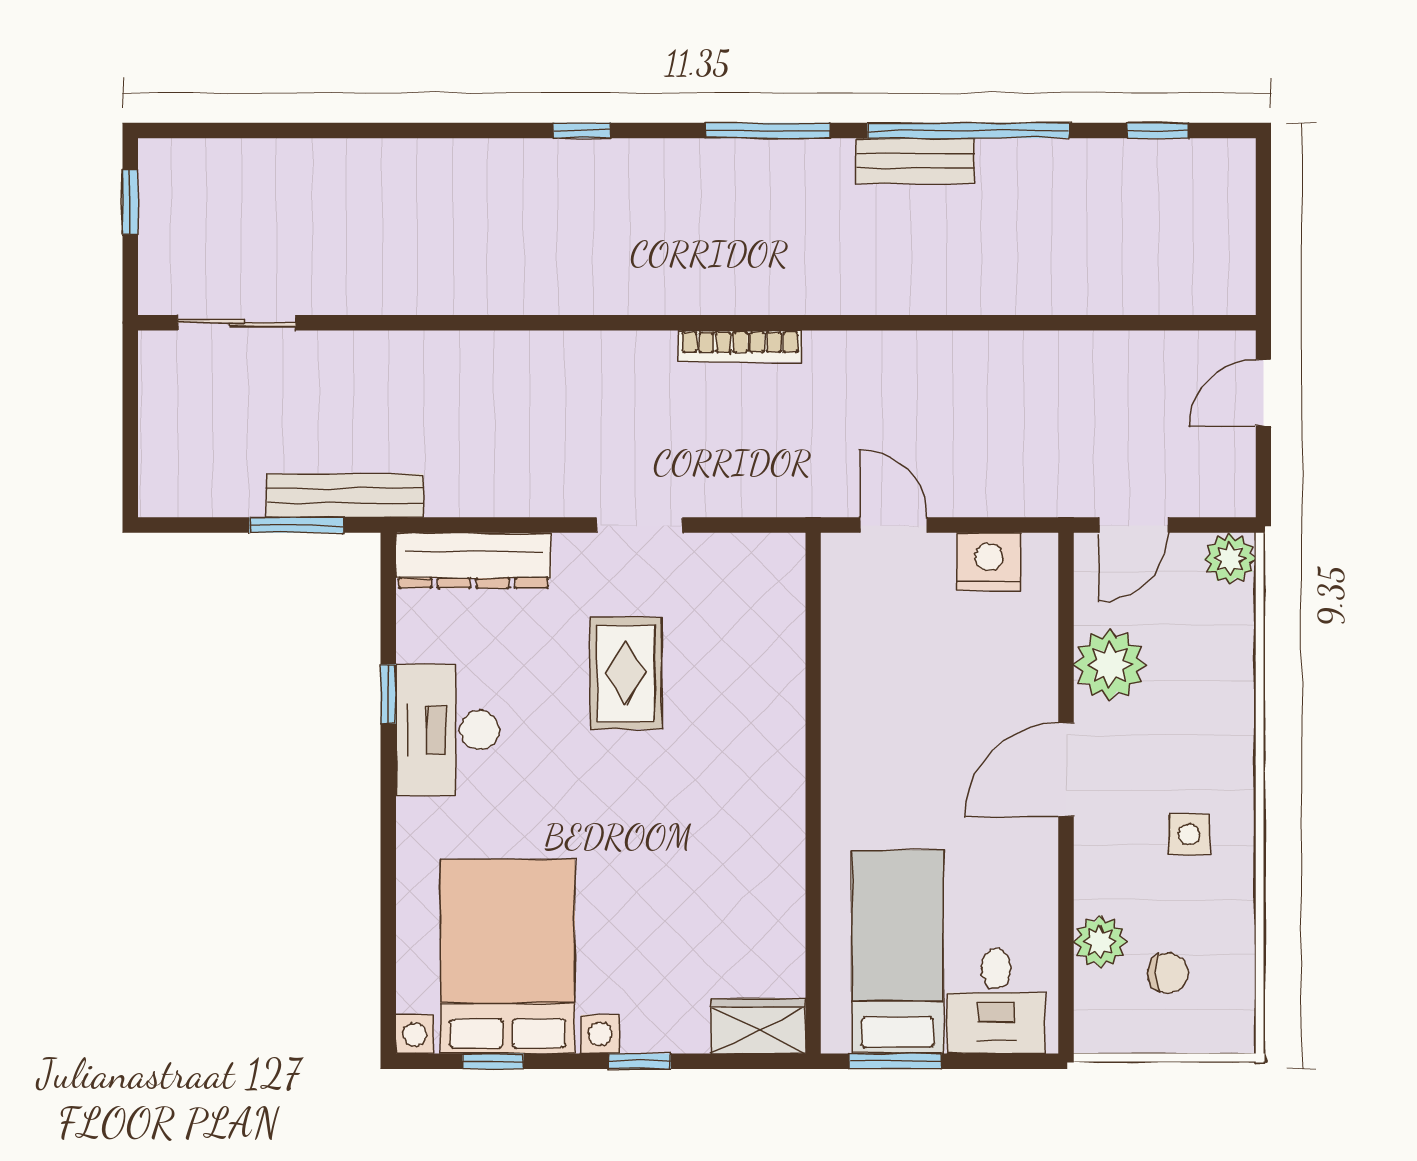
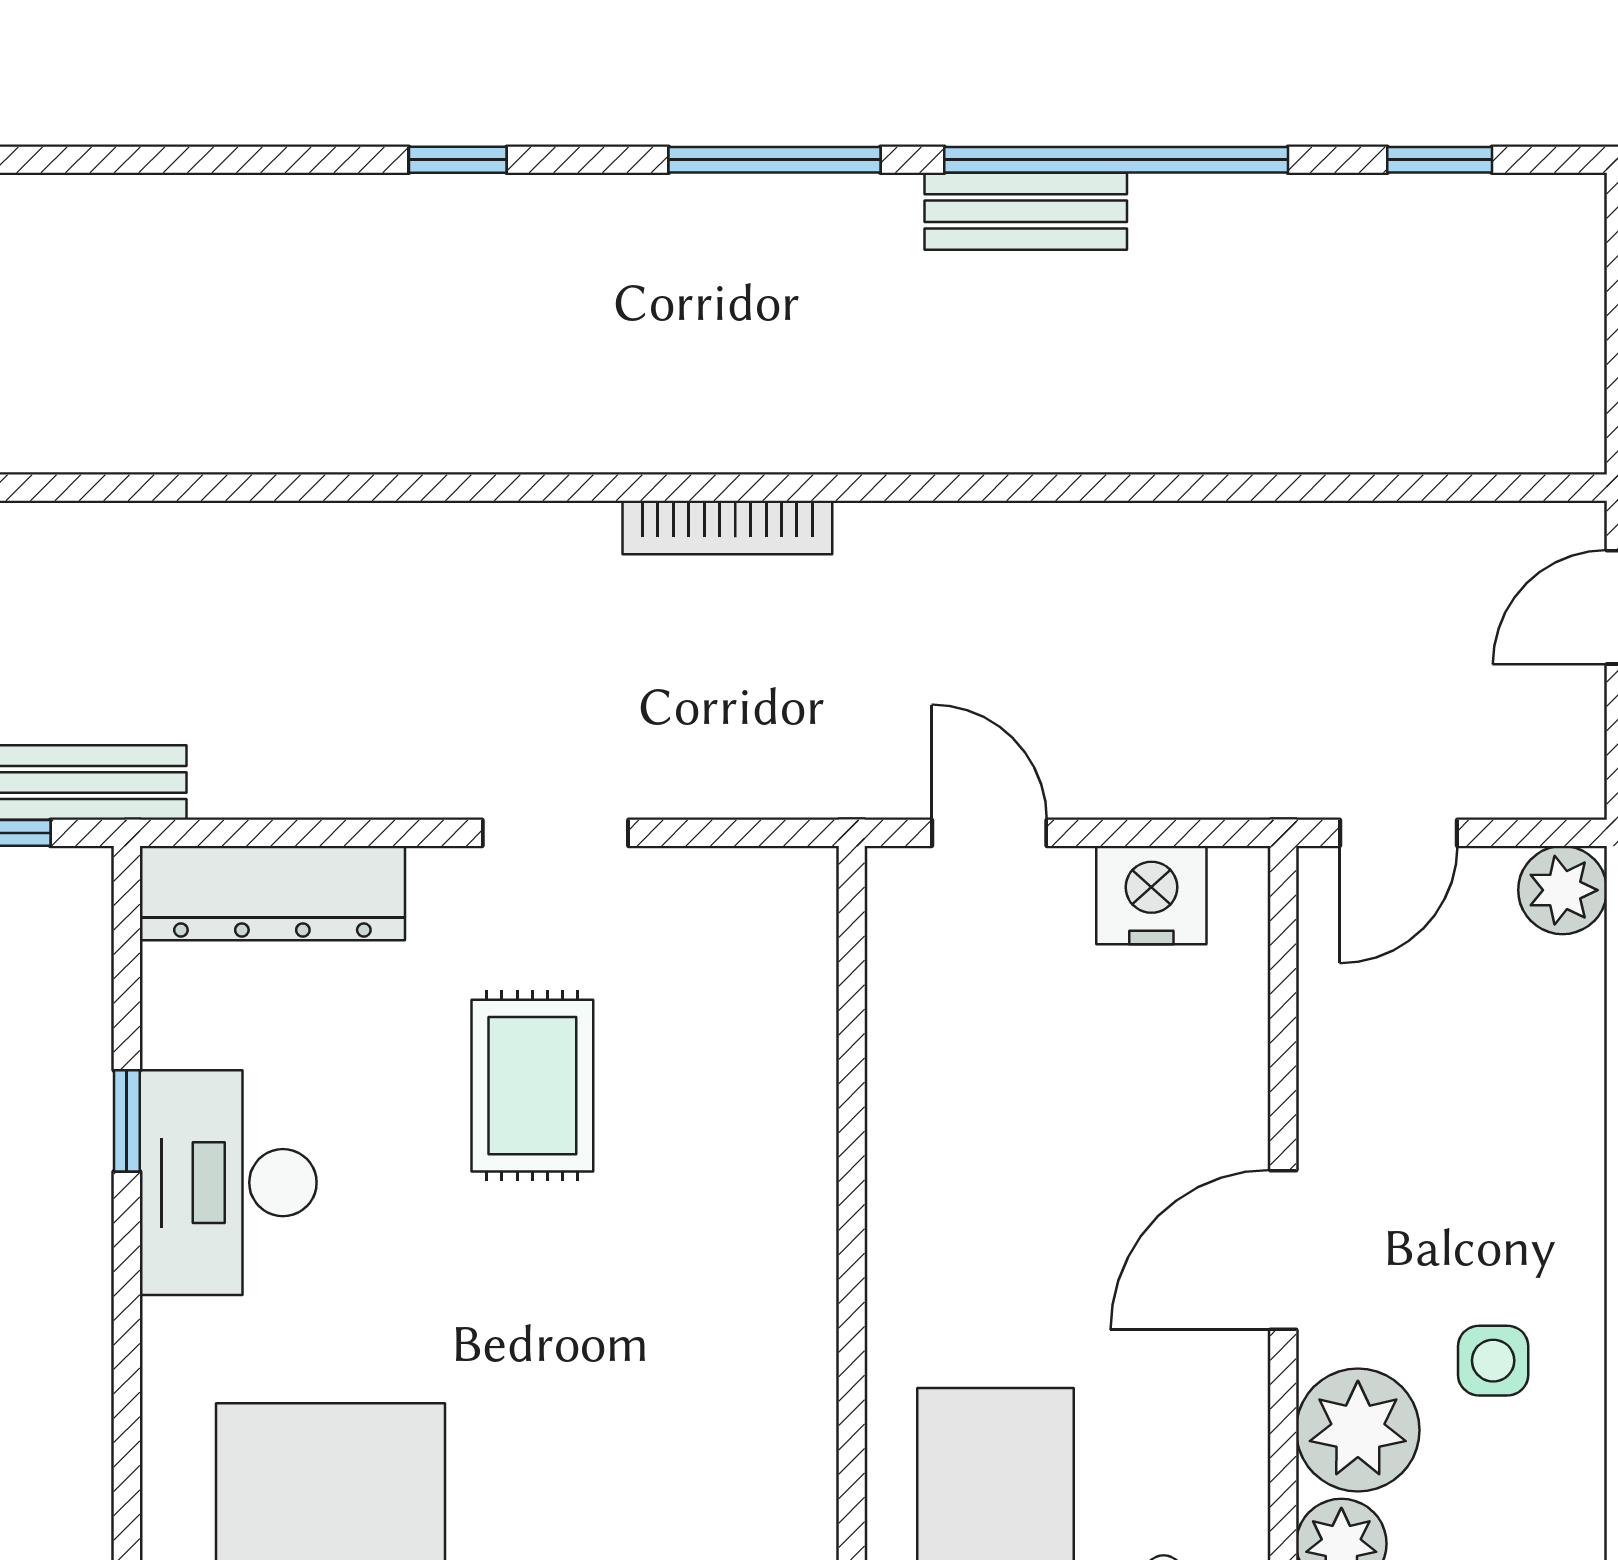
plant: (1110, 664) -> (1358, 1430), moved

